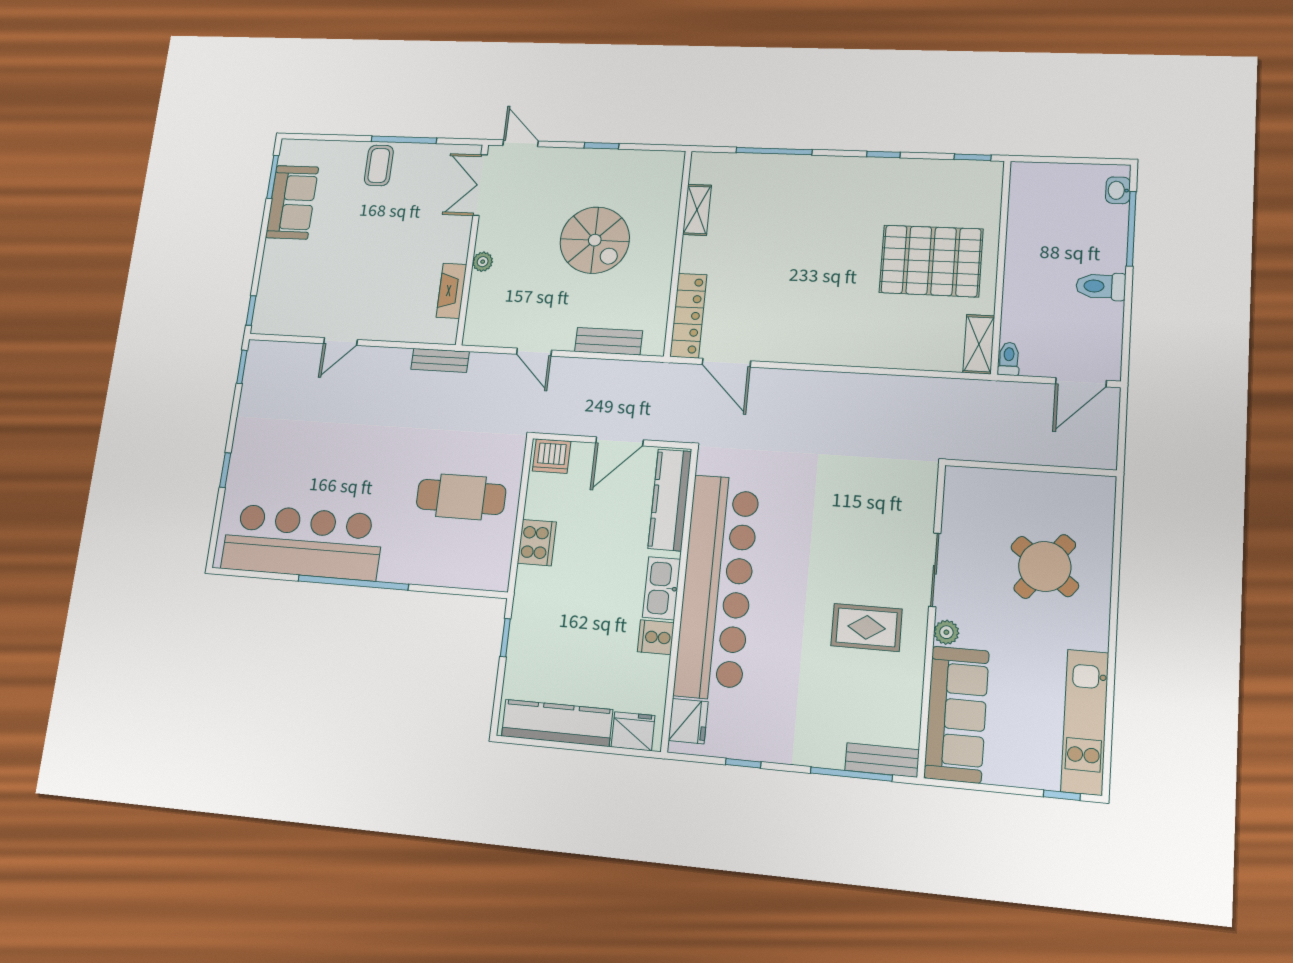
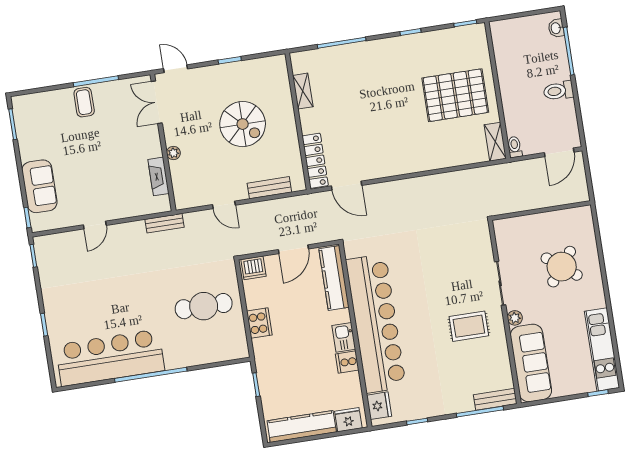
sofa: (292, 202) -> (39, 186), moved
kitchen sink: (662, 588) -> (344, 337), width x0.73

